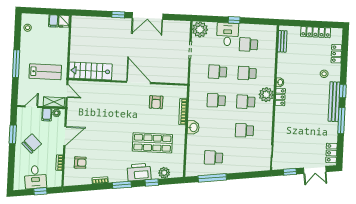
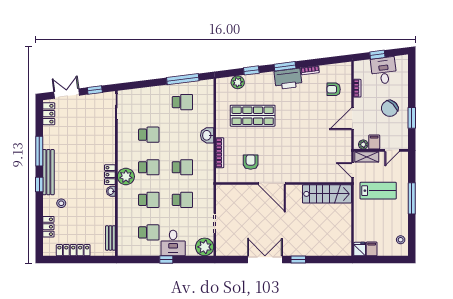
lab bench: (45, 72) -> (378, 191), turned 180
printer: (139, 172) -> (288, 79), moved

